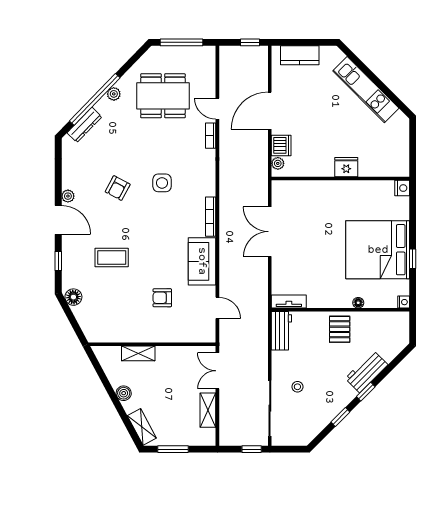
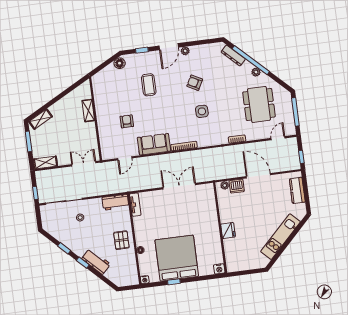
door: (217, 109) -> (278, 138), moved
pallet: (340, 329) -> (121, 240), turned 90
boiler: (124, 393) -> (61, 104), removed
shelving: (208, 410) -> (46, 163), moved

